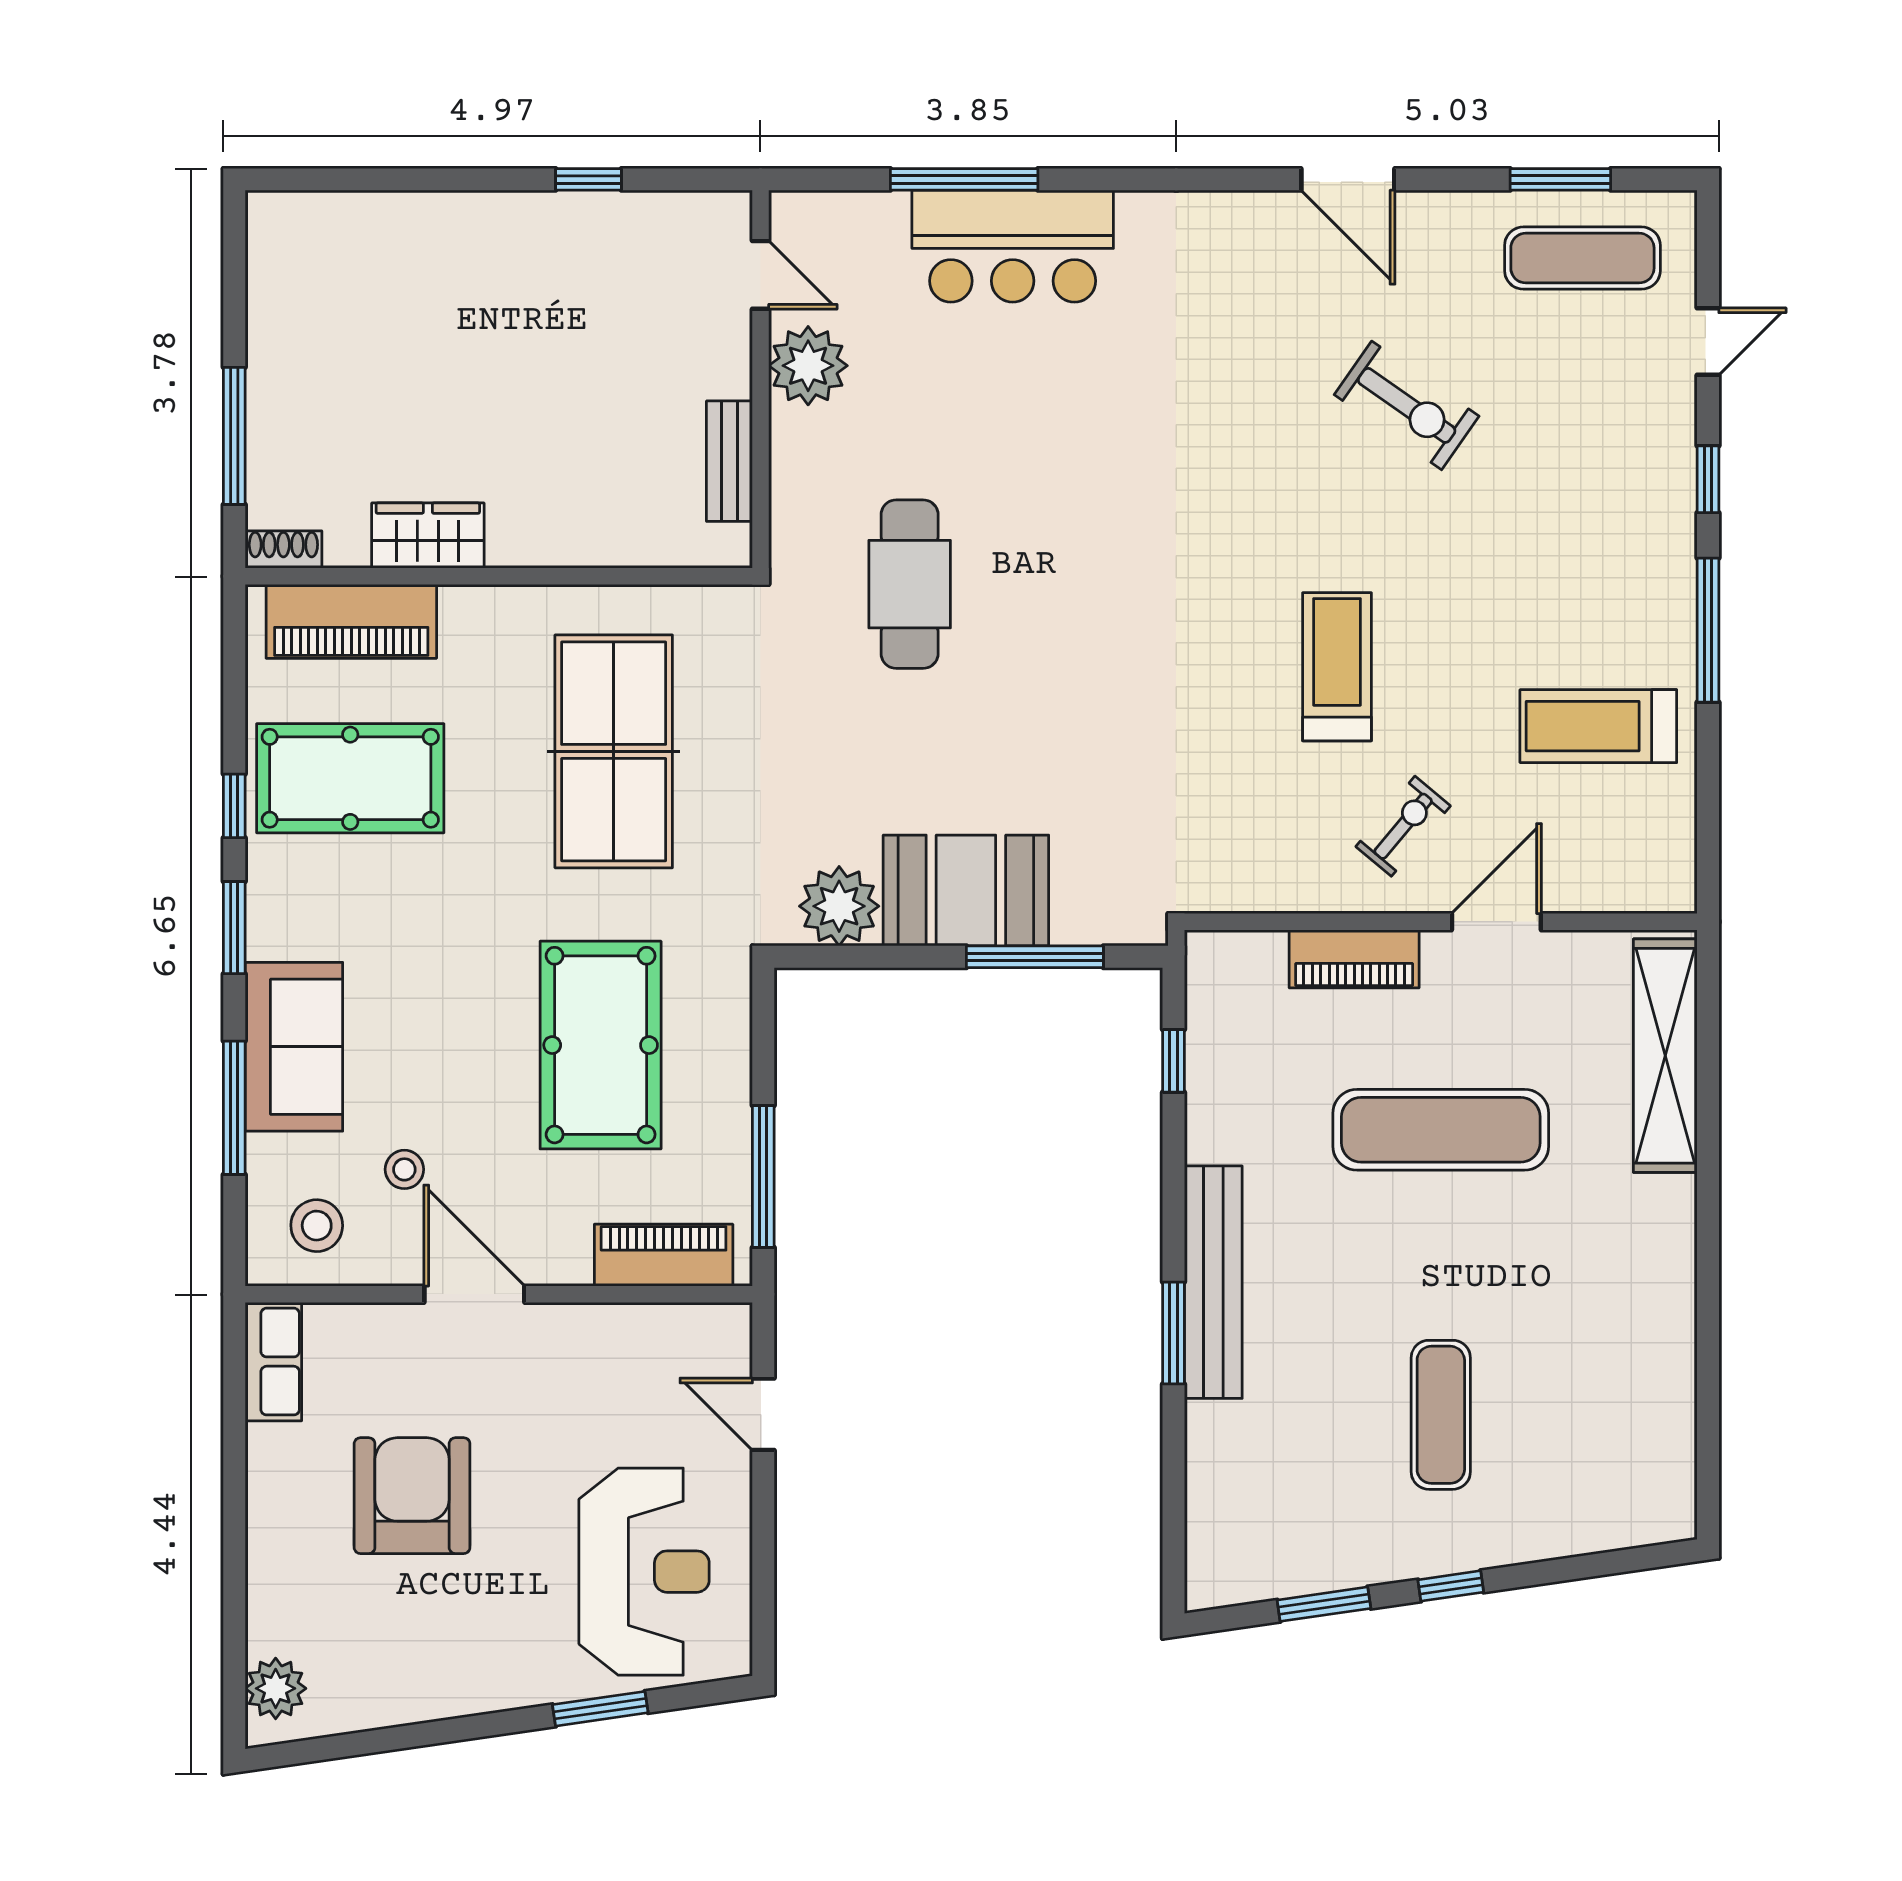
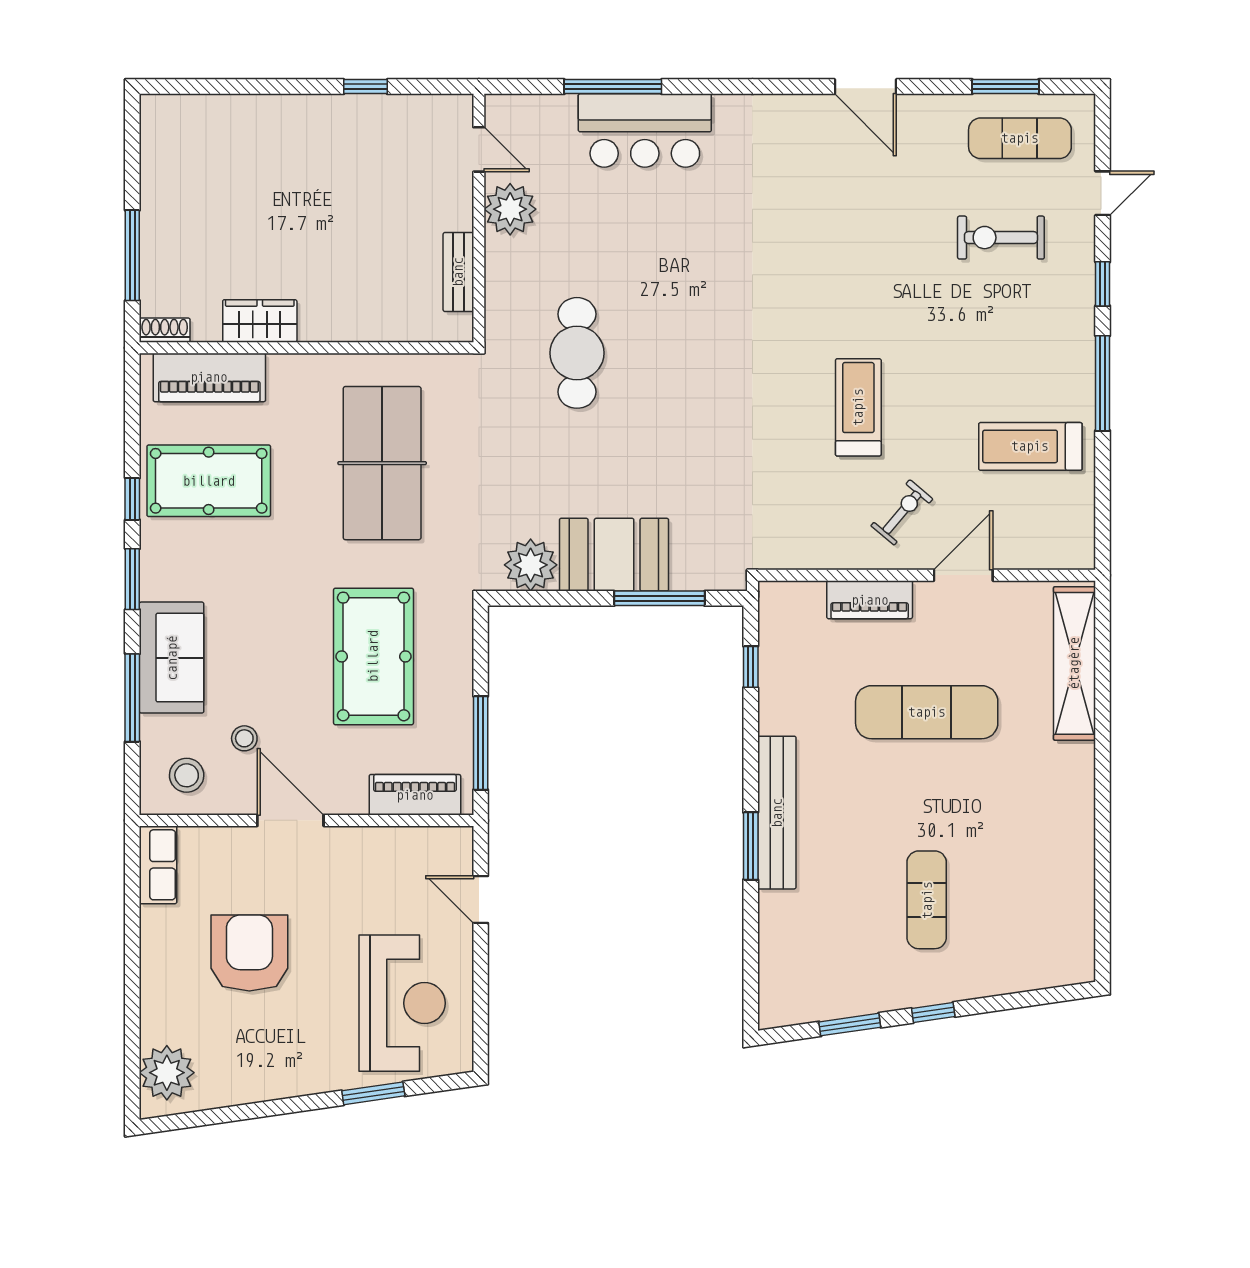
exercise bike: (1407, 405) -> (1001, 238), moved, turned 145
plant: (276, 1688) -> (167, 1073), width x1.36, depth x1.36

